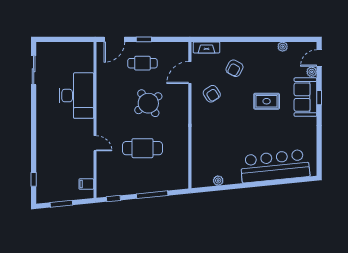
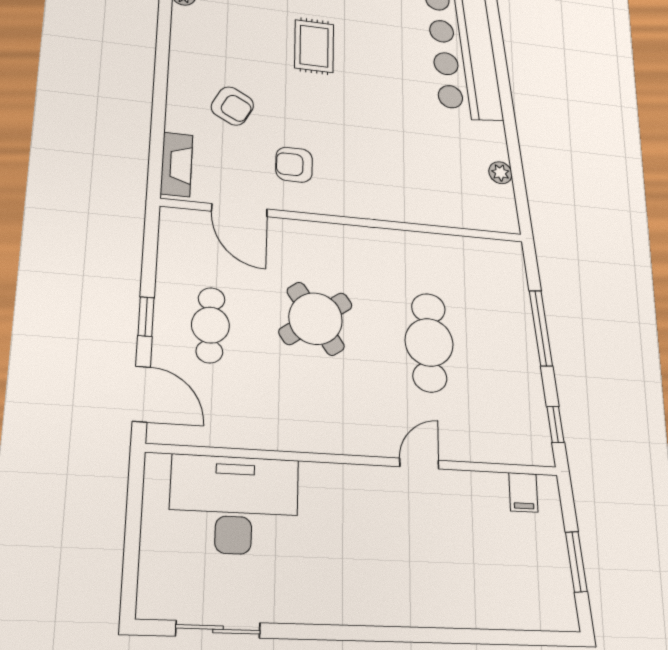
armchair: (212, 94) -> (294, 165), turned -147
desk: (76, 96) -> (234, 505), moved
window: (34, 179) -> (518, 637), removed

